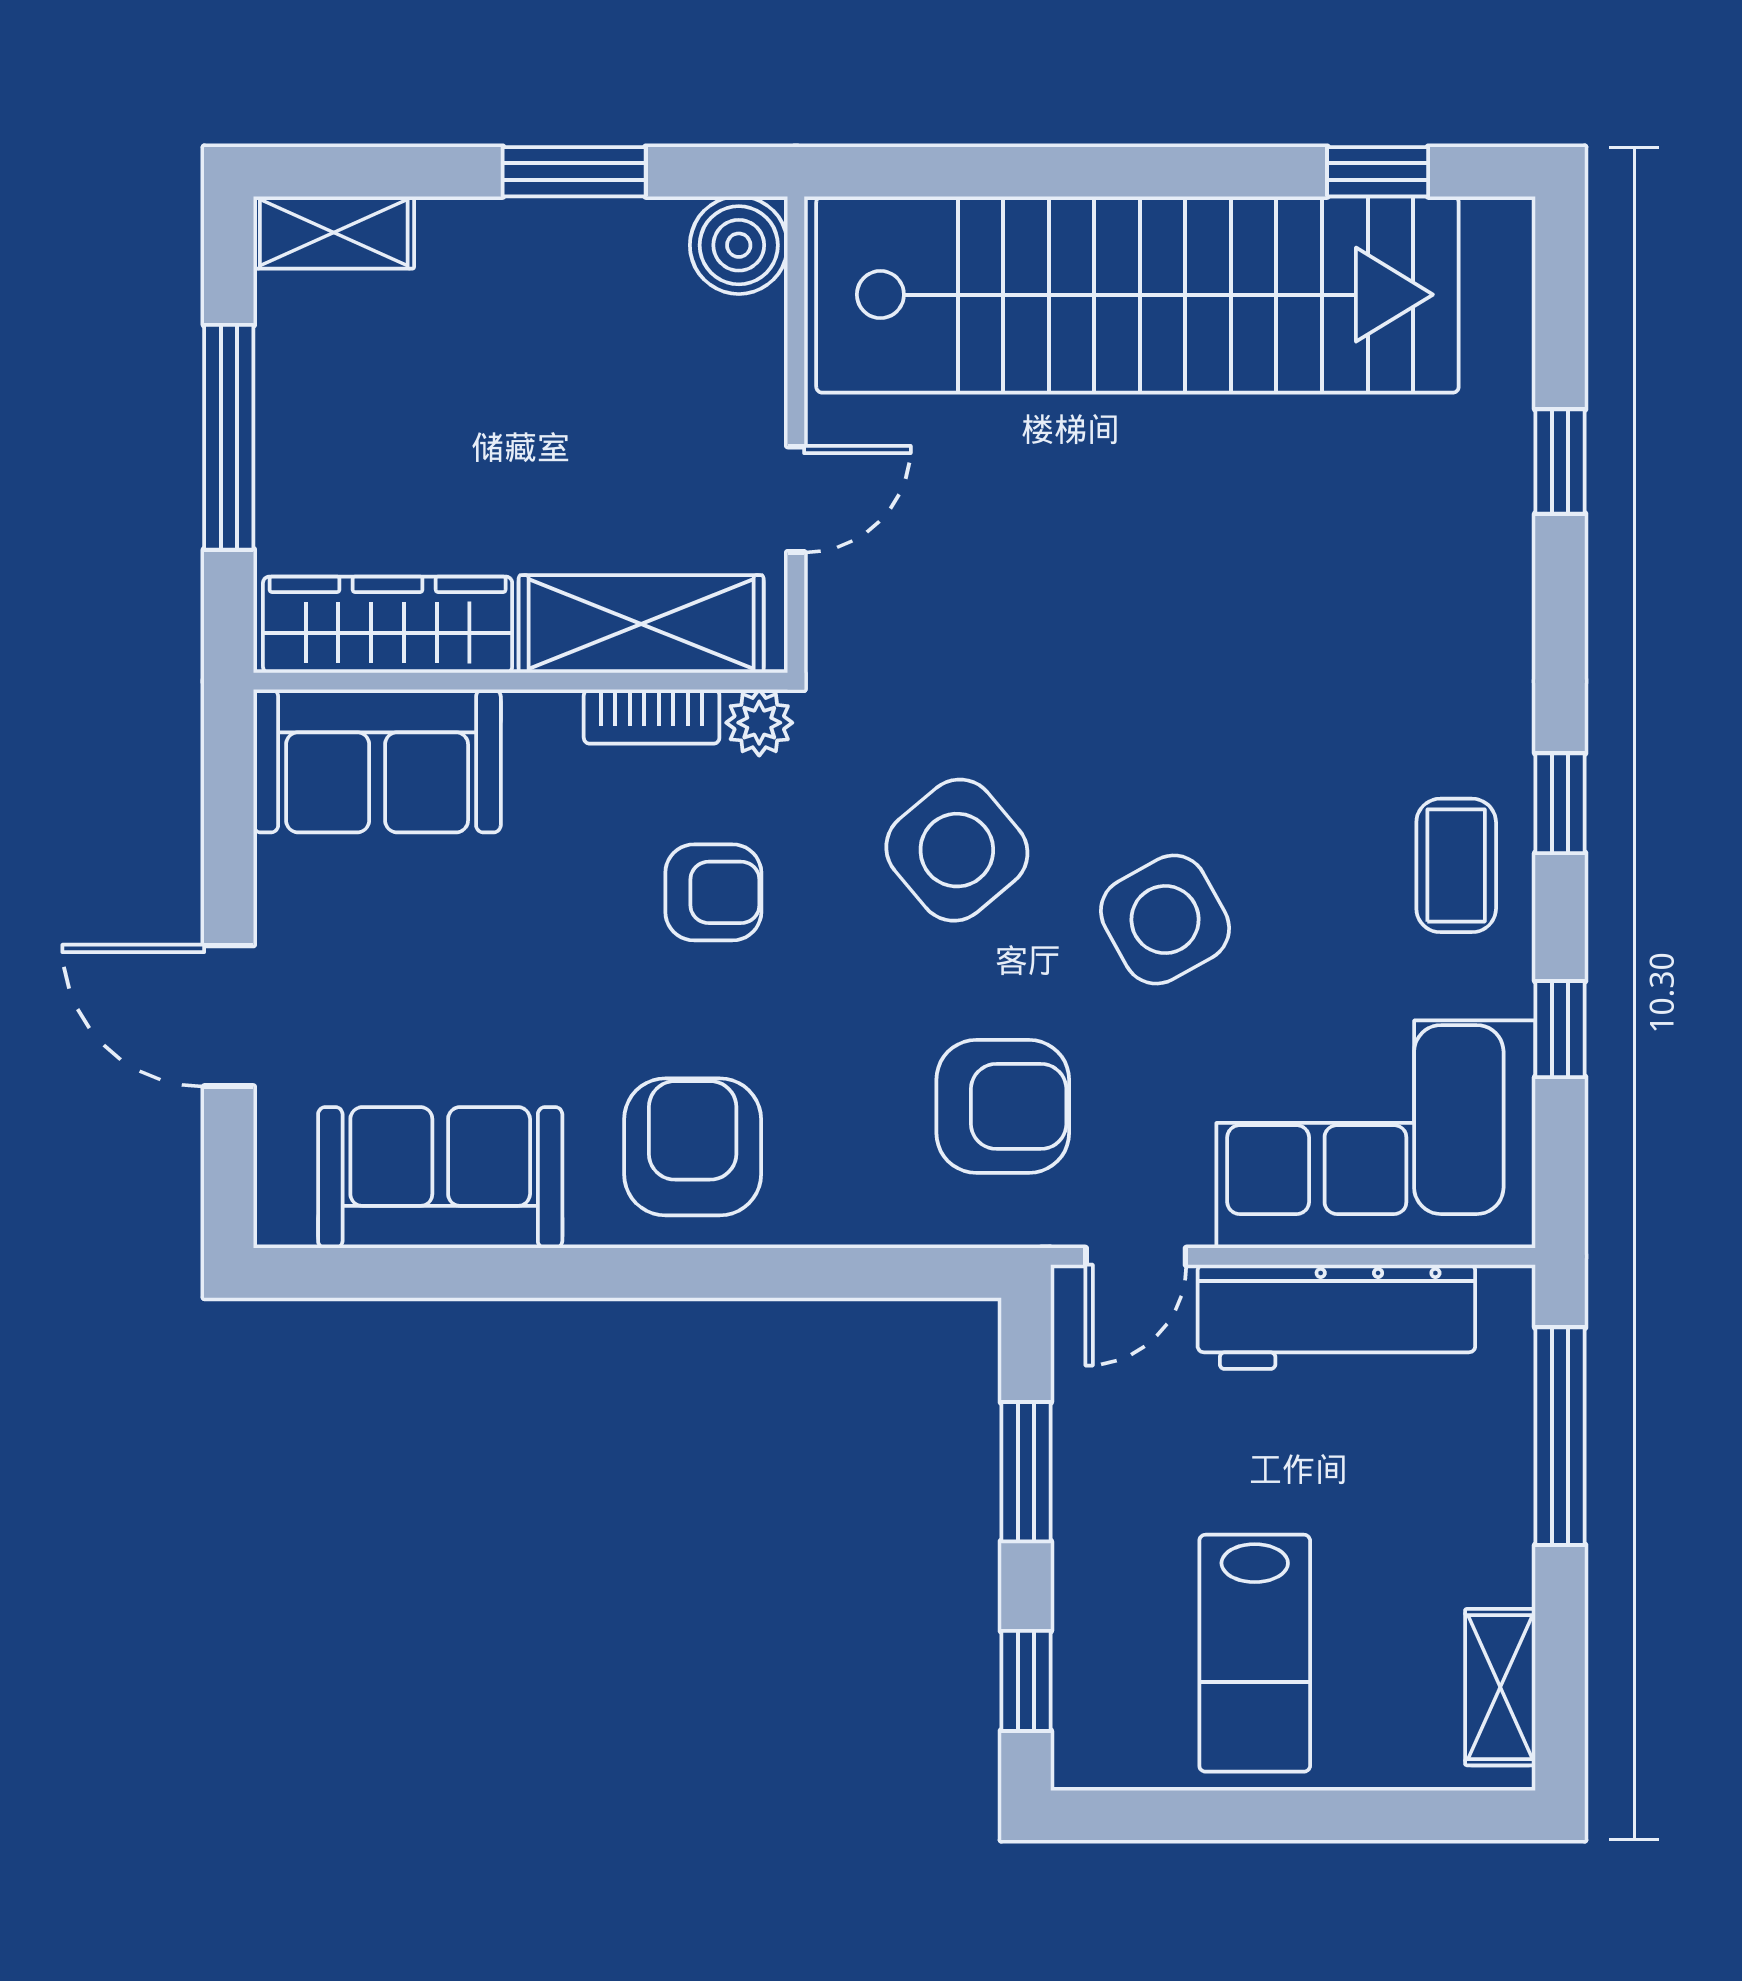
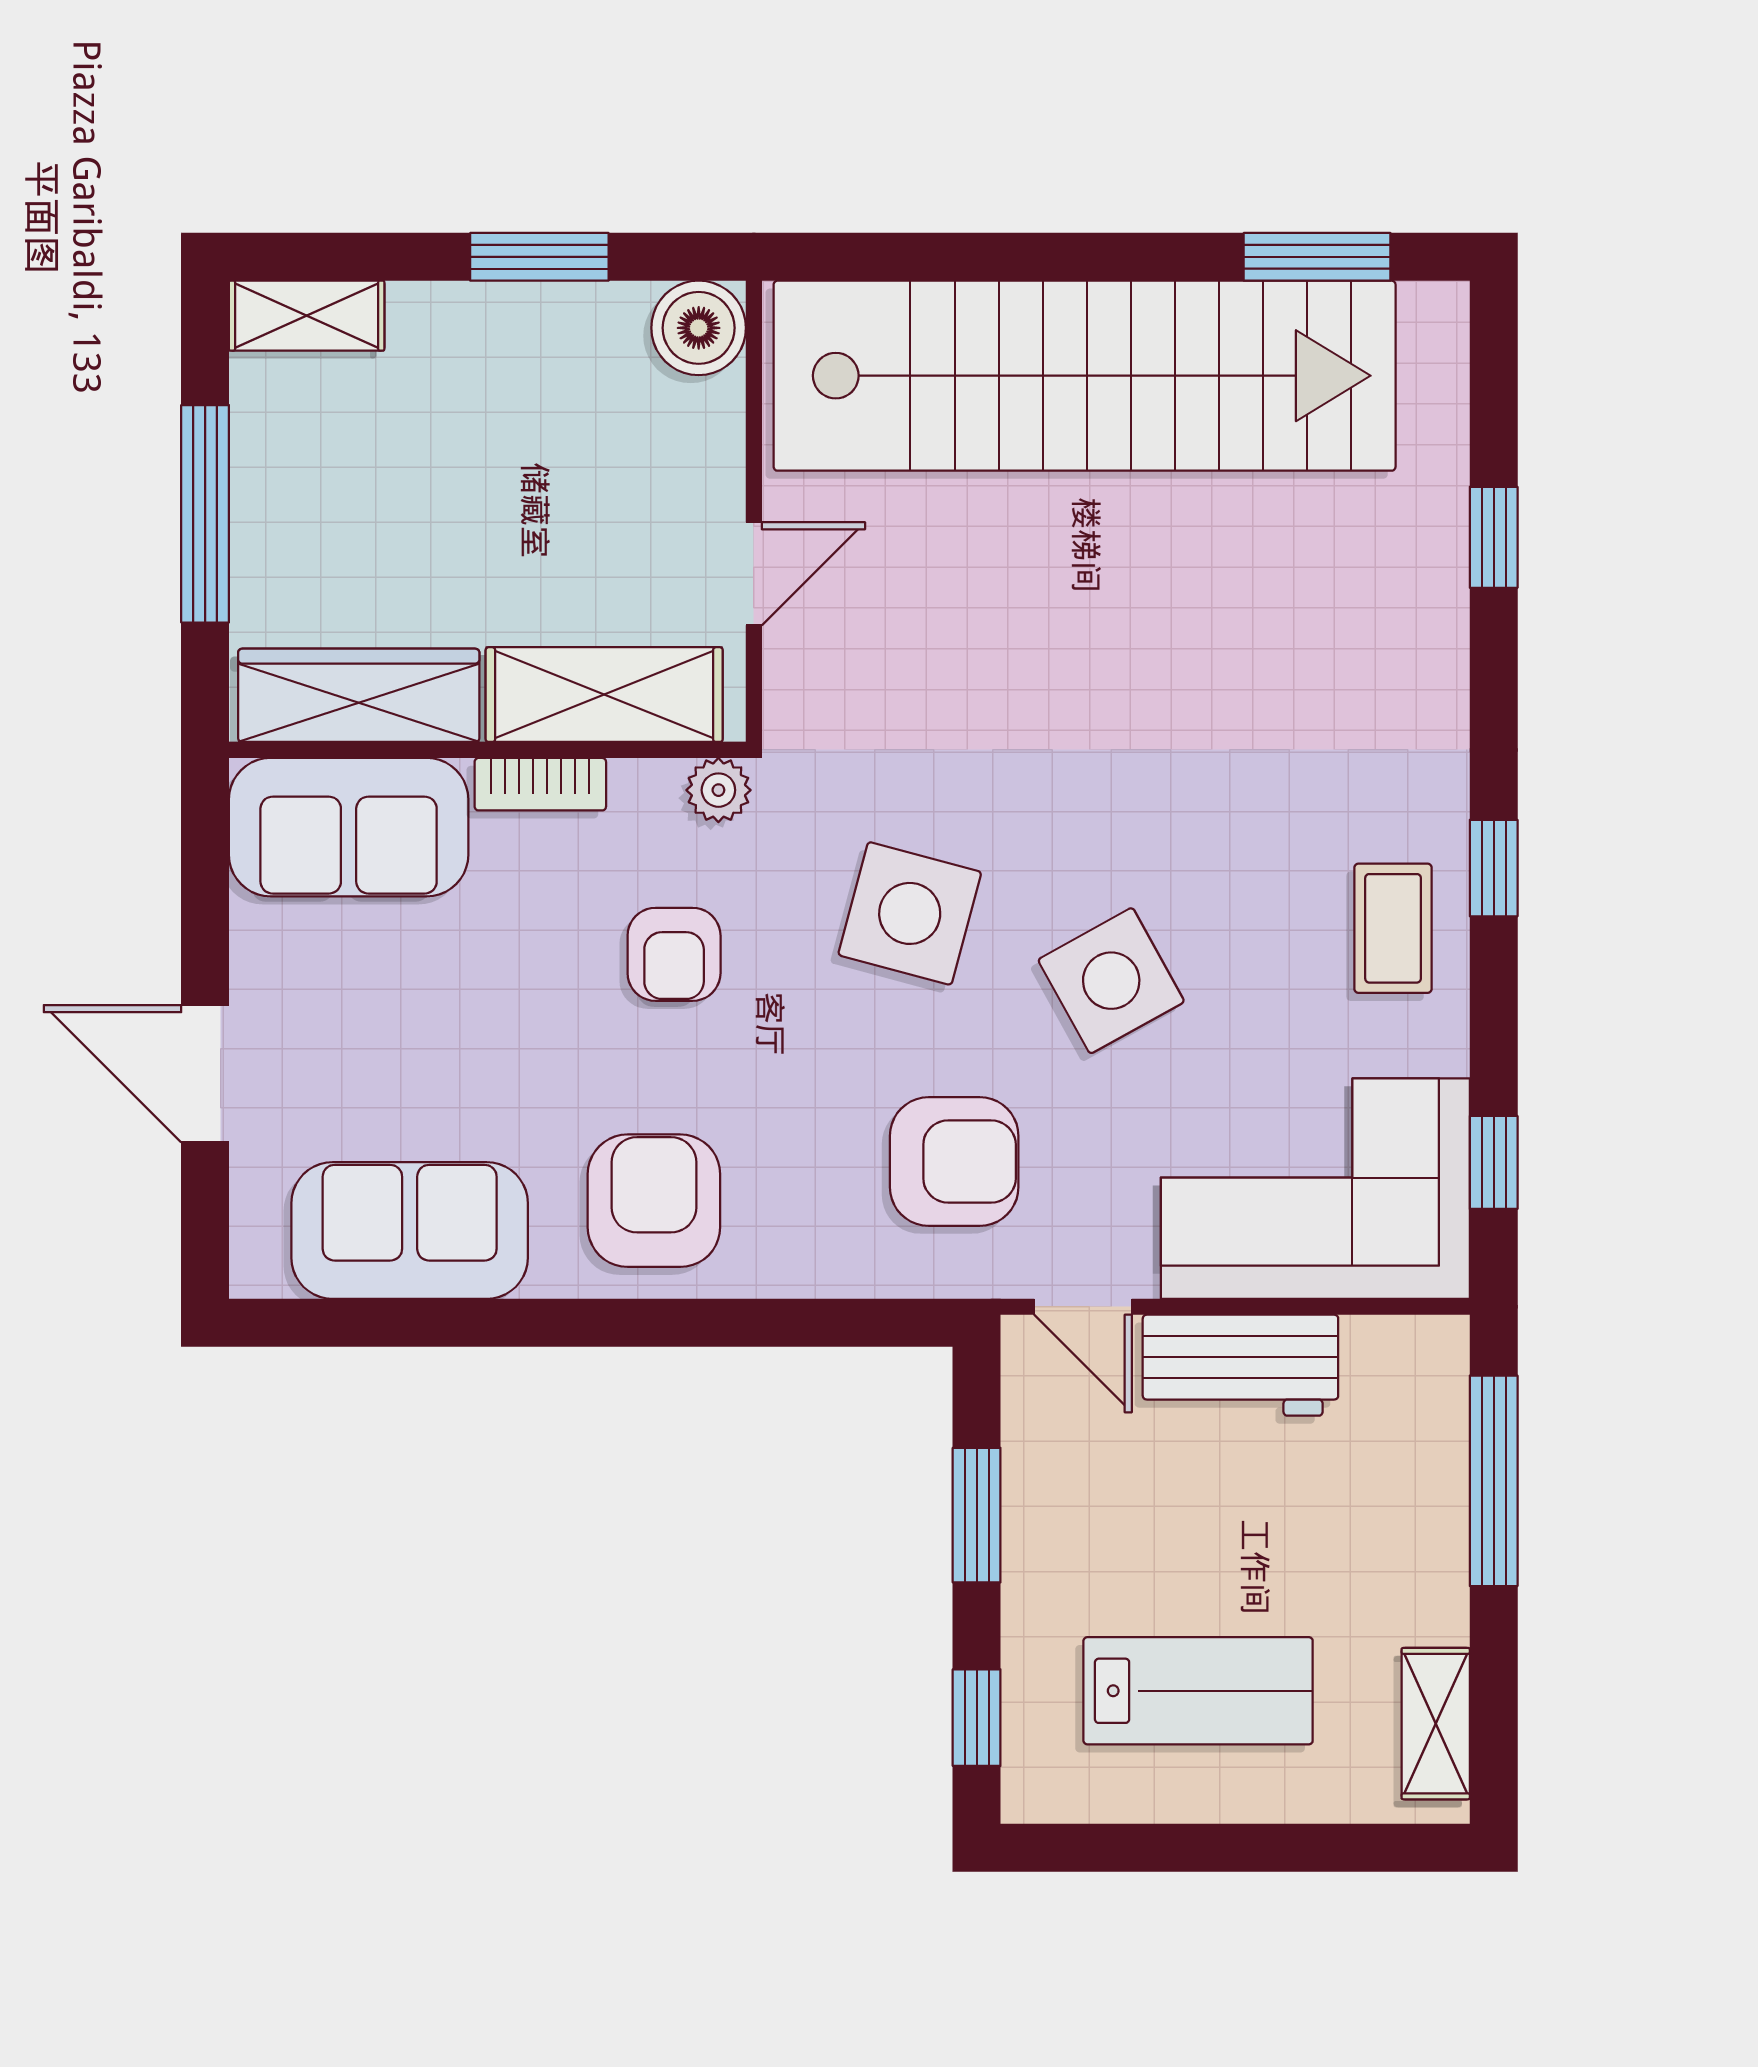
window: (1378, 172) -> (1317, 257), width x1.50
bookcase: (652, 717) -> (540, 784), moved
side table: (957, 850) -> (910, 913), turned -35
armchair: (713, 892) -> (674, 954), turned 90
window: (1560, 1029) -> (1494, 1162), moved
door: (1136, 1256) -> (1083, 1307), hinge flipped
workbench: (1336, 1317) -> (1240, 1365), width x0.73
lab bench: (1255, 1653) -> (1198, 1691), turned -90

